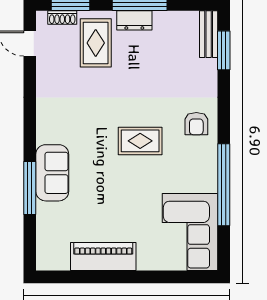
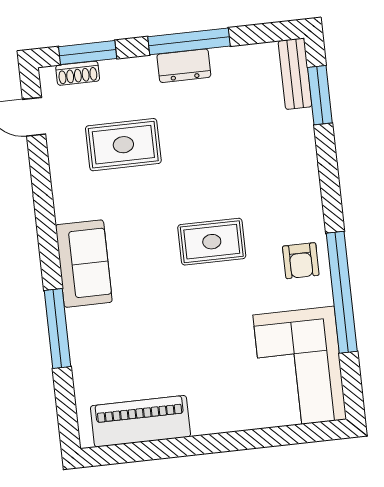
rug: (96, 43) -> (123, 145), moved, turned 90
armchair: (196, 124) -> (301, 261), moved
sofa: (52, 173) -> (84, 264), moved
piano: (103, 257) -> (140, 421), moved

